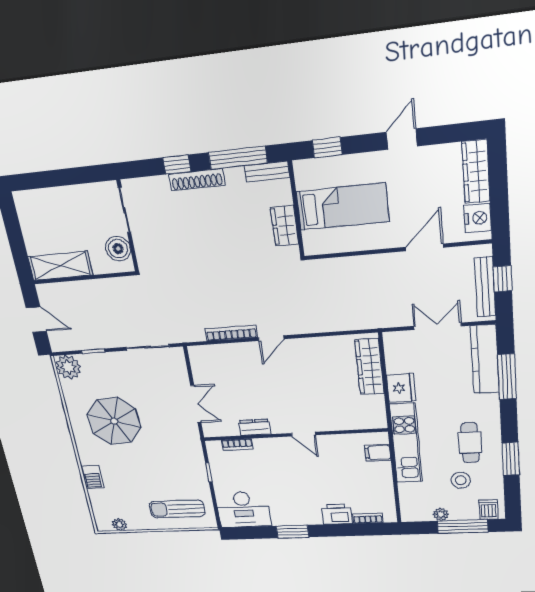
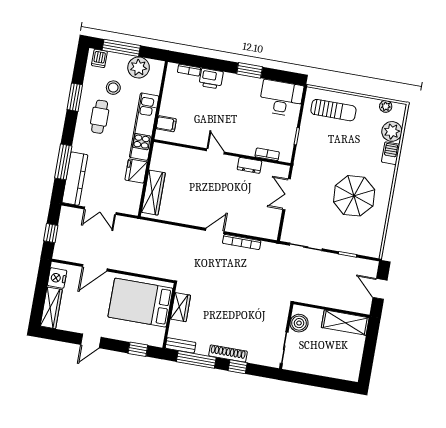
bed: (343, 207) -> (140, 303), width x1.50
bench: (485, 287) -> (63, 230), removed
plant: (68, 367) -> (392, 131), moved
plant: (441, 514) -> (139, 67), width x1.88, depth x1.88

